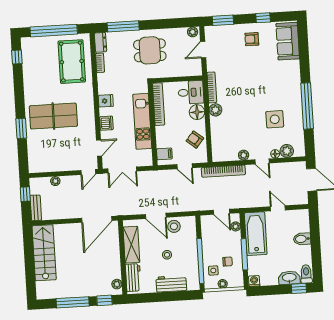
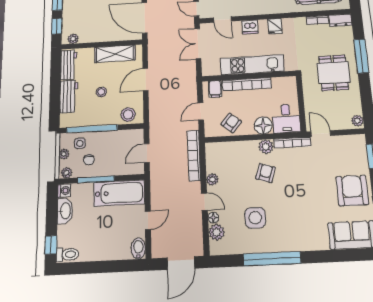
window: (123, 26) -> (361, 56), moved
armchair: (252, 39) -> (352, 191), width x1.88, depth x1.88
door: (203, 50) -> (321, 134), moved
bookcase: (159, 104) -> (247, 84), moved
armchair: (238, 110) -> (266, 173), added
door: (262, 161) -> (204, 202), swing flipped
stool: (174, 226) -> (128, 114), moved
plant: (236, 226) -> (66, 173), moved
bidet: (302, 239) -> (138, 248), moved
workbench: (133, 278) -> (69, 65), moved, turned -90
washbasin: (289, 278) -> (65, 211), moved

